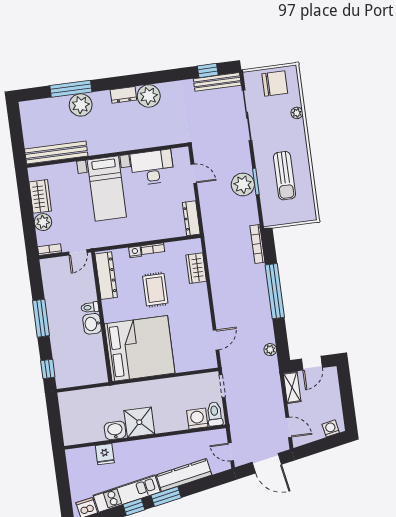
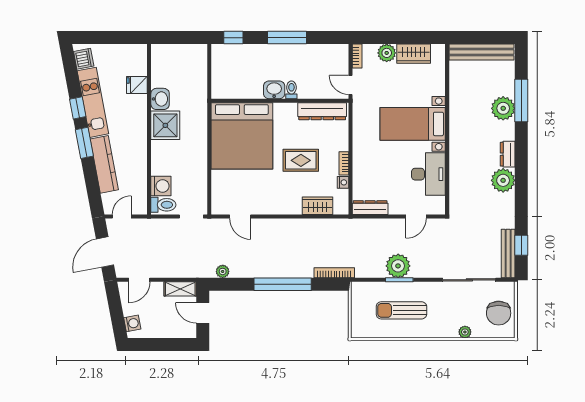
bench: (56, 153) -> (481, 52), moved, turned 90
nightstand: (135, 252) -> (343, 182), moved

